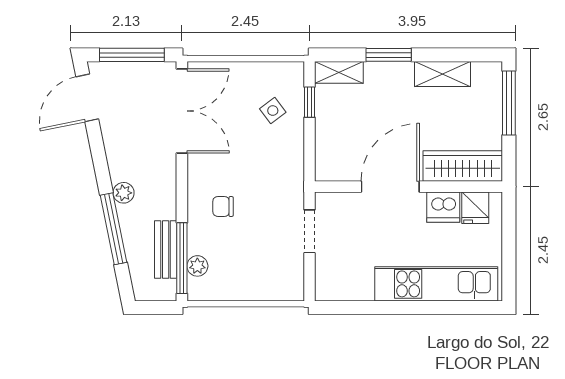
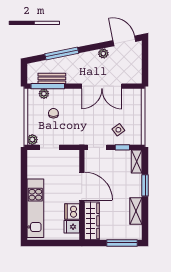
window: (132, 55) -> (145, 62), removed
double door: (182, 111) -> (102, 86), moved
doorway: (309, 155) -> (97, 147), added
plant: (124, 193) -> (103, 53), moved
chair: (223, 206) -> (53, 113), moved
doorway: (309, 231) -> (49, 147), moved
plant: (293, 290) -> (32, 140), added

